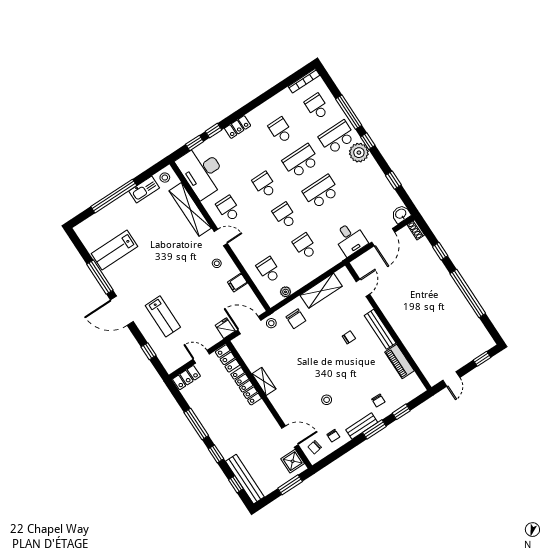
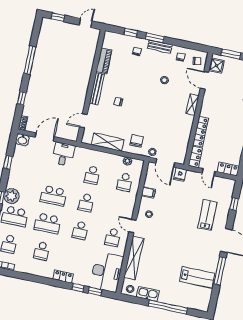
window: (468, 293) -> (30, 60), width x0.68
shelving: (264, 381) -> (193, 105), moved

